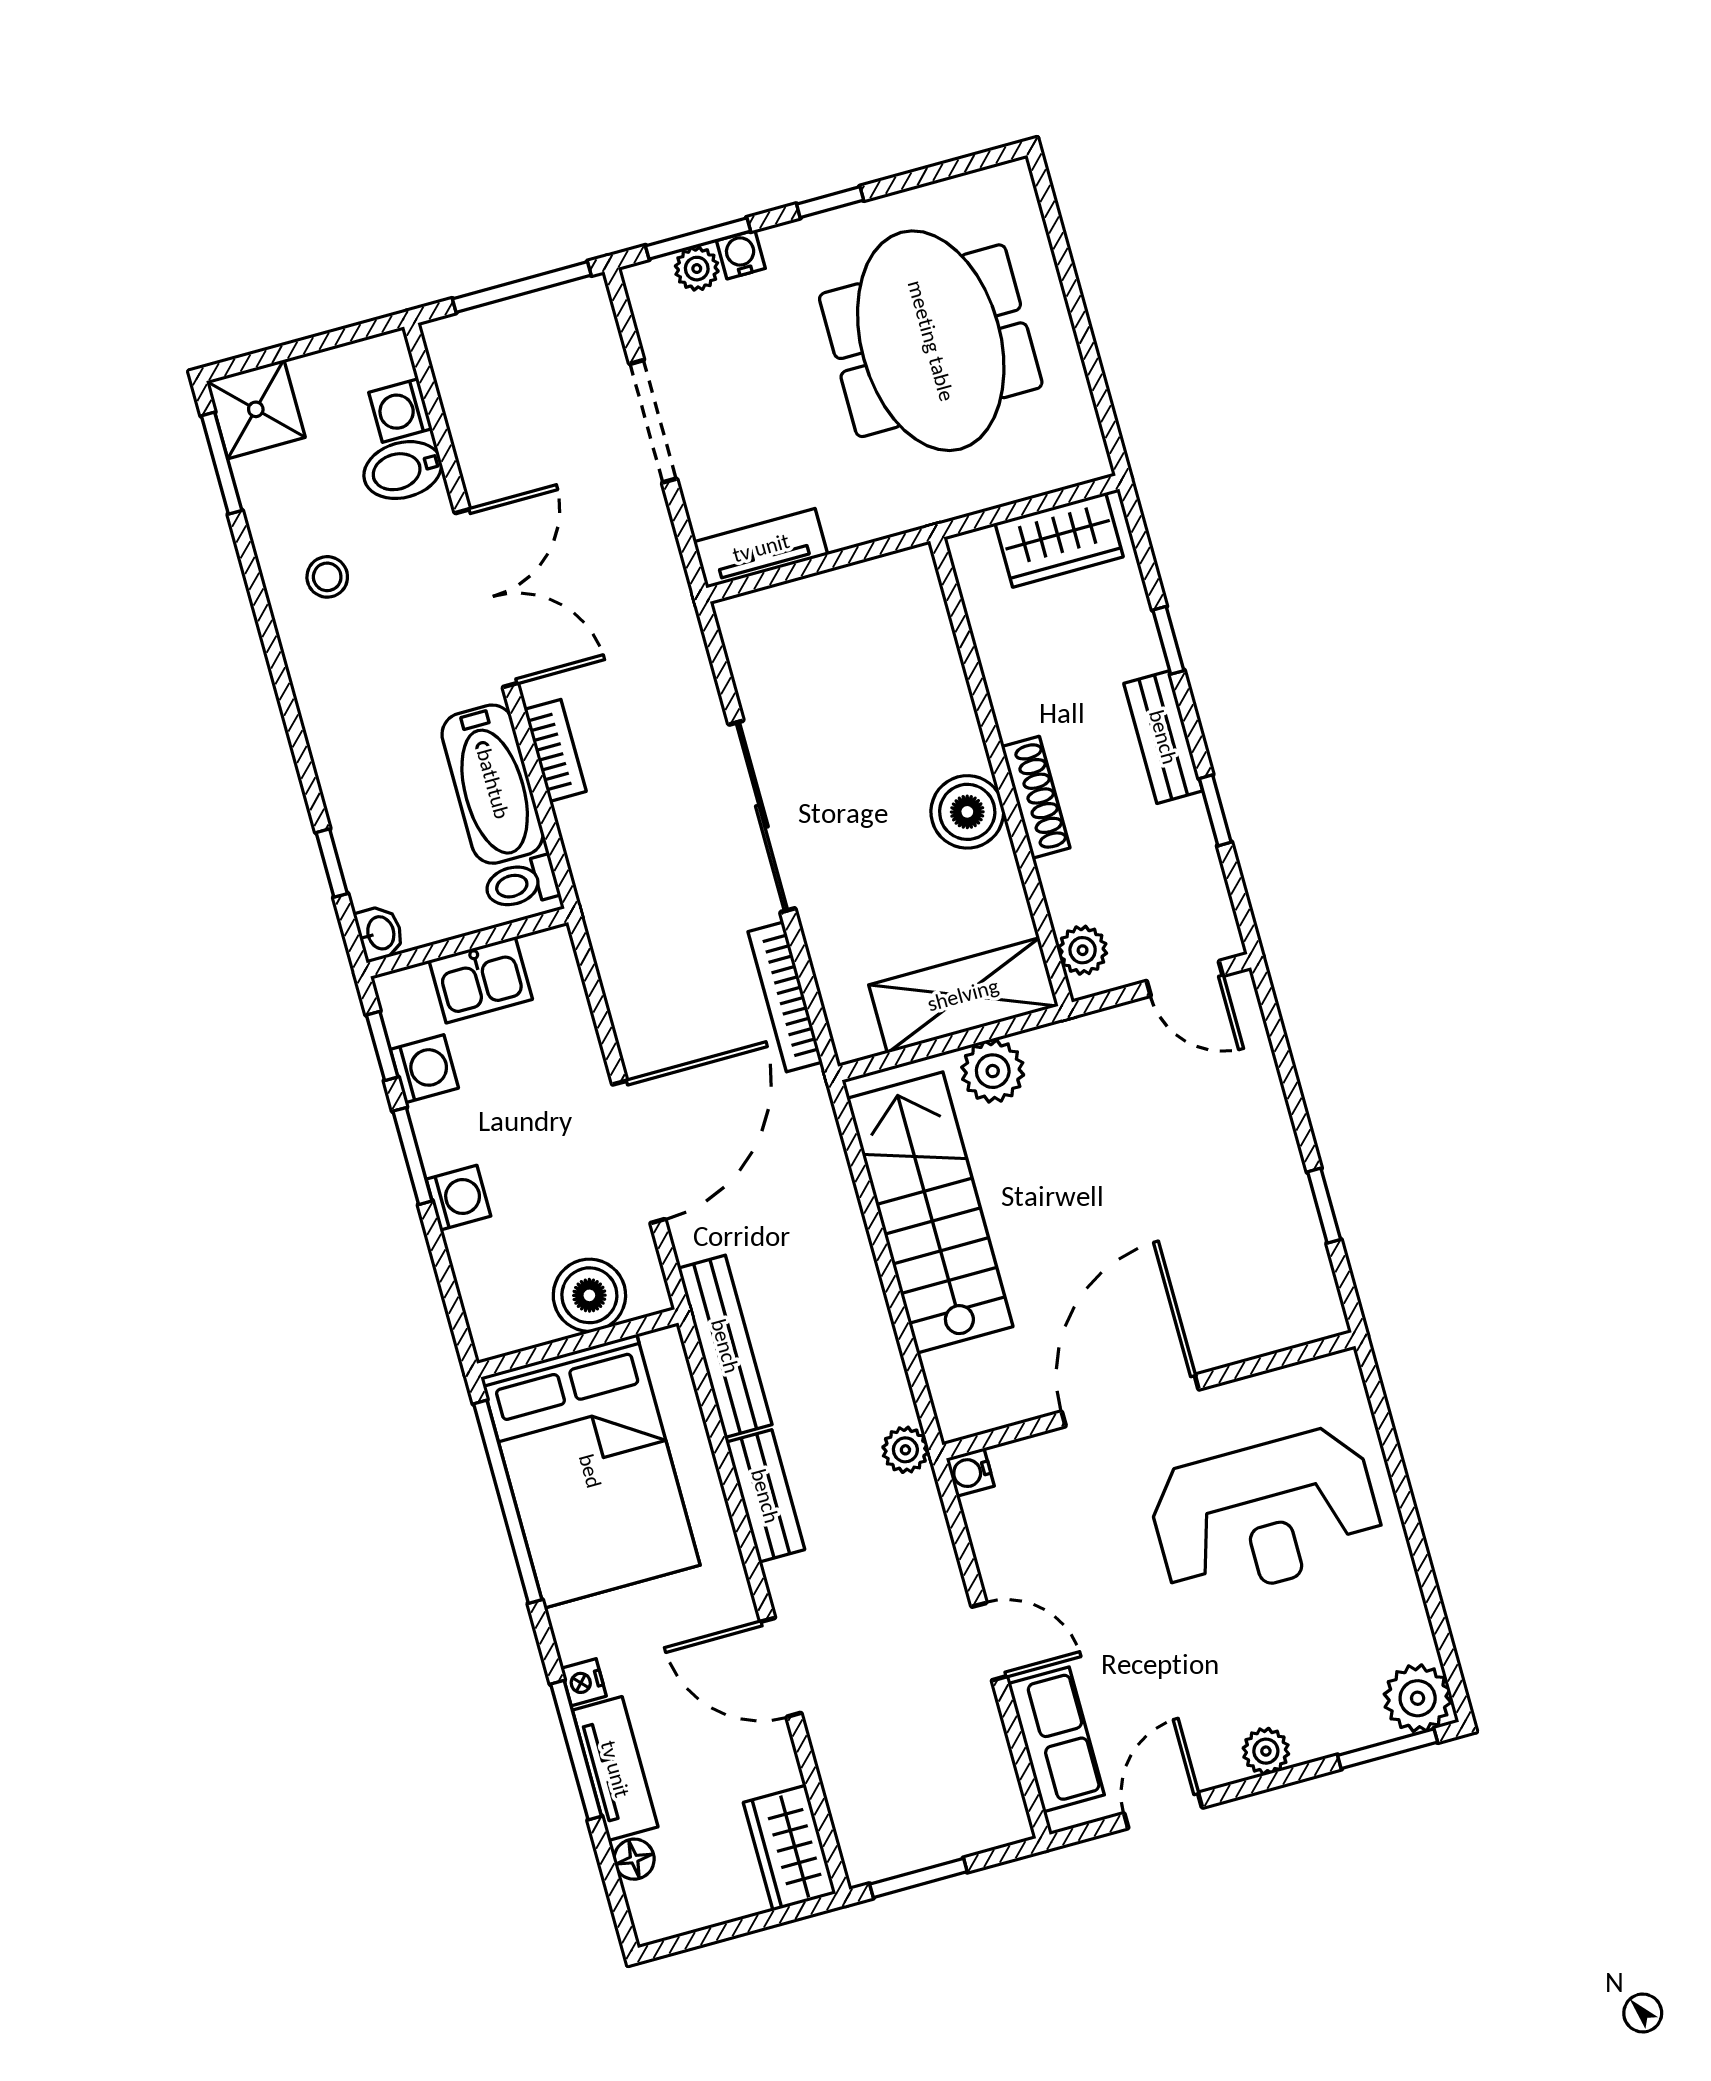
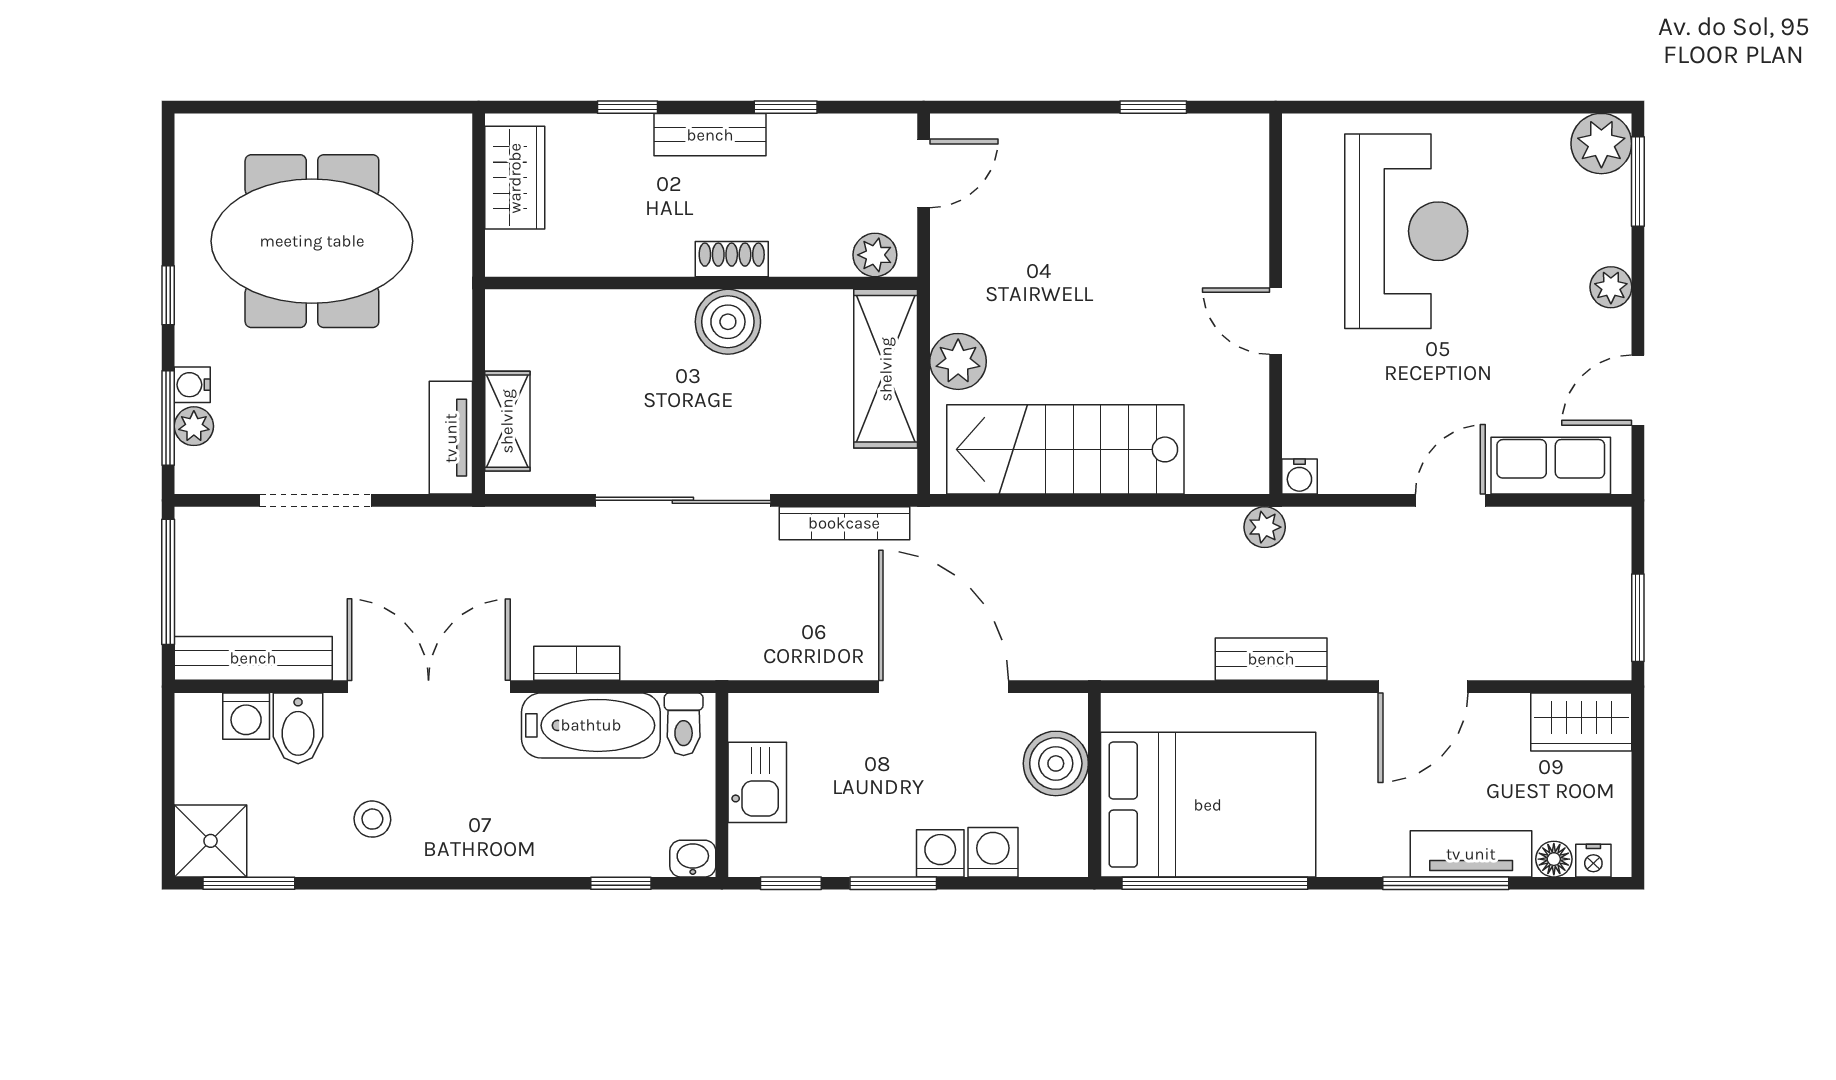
shelving: (795, 604) -> (507, 421), added
shoe rack: (1036, 797) -> (732, 259), width x0.70
washing machine: (424, 1069) -> (993, 852), moved
bench: (725, 1346) -> (253, 658), moved
door: (1130, 1401) -> (1276, 321), width x0.53
nightstand: (584, 1682) -> (1593, 861), moved
door: (1163, 1811) -> (1638, 390), hinge flipped

